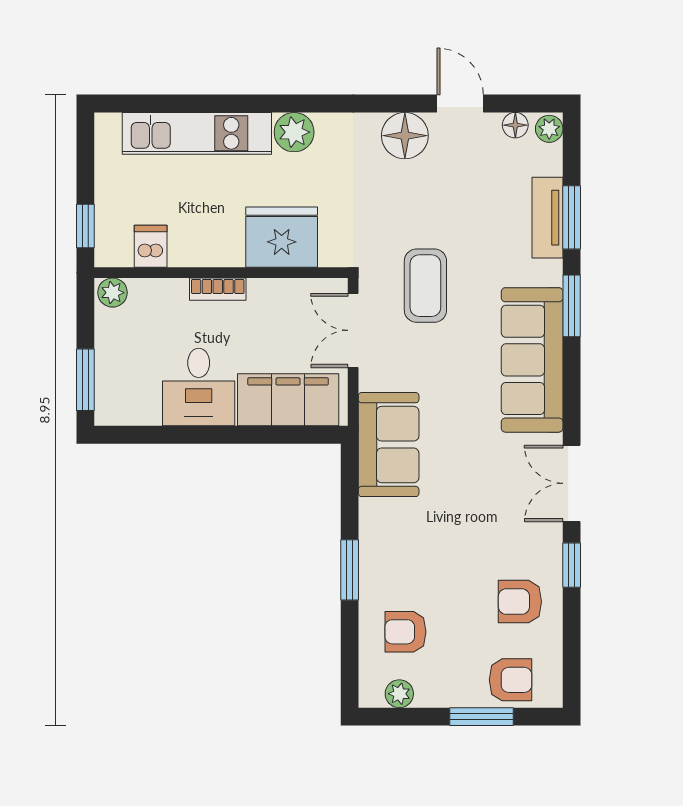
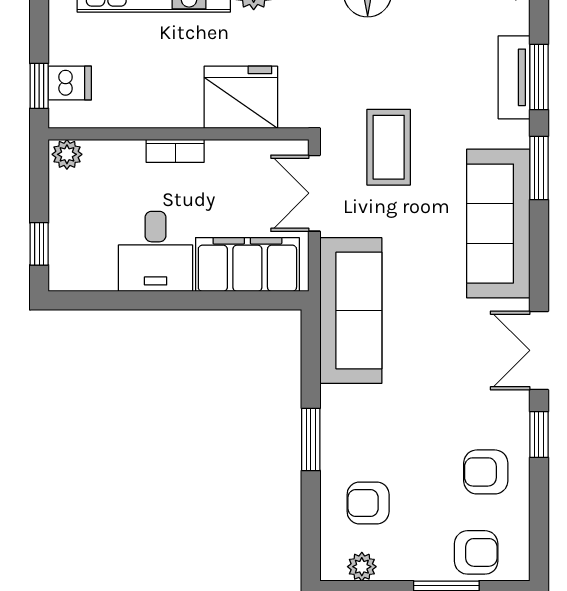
dishwasher: (151, 246) -> (70, 83), moved, turned 90
window: (85, 380) -> (39, 244), width x0.67
sofa: (389, 445) -> (351, 311), width x1.36

